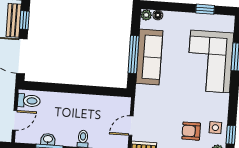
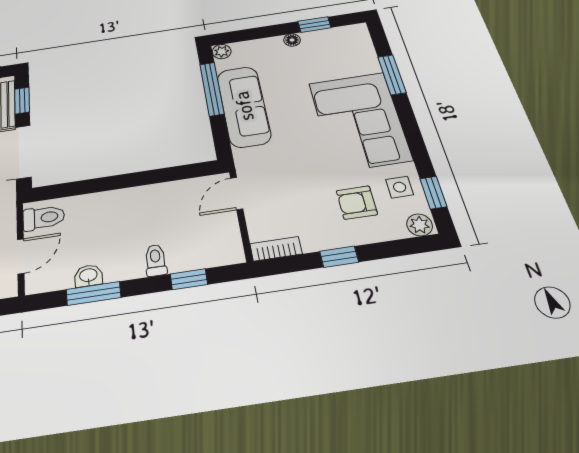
floor lamp: (158, 15) -> (292, 40), moved
window: (133, 55) -> (212, 89), moved
corner sofa: (210, 61) -> (359, 121), moved
door: (131, 126) -> (237, 193), moved

